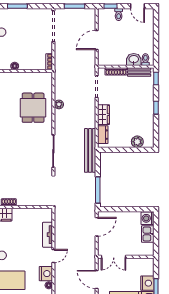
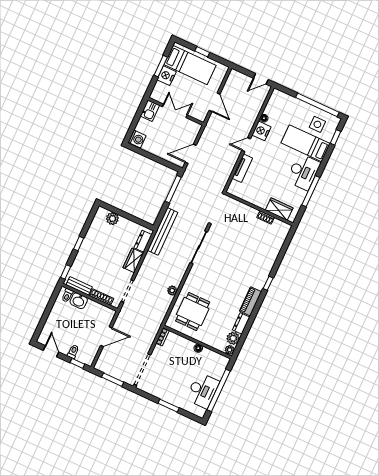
dining table: (33, 108) -> (193, 312), moved
kitchen sink: (148, 234) -> (150, 111), moved
double door: (114, 257) -> (175, 111), moved

